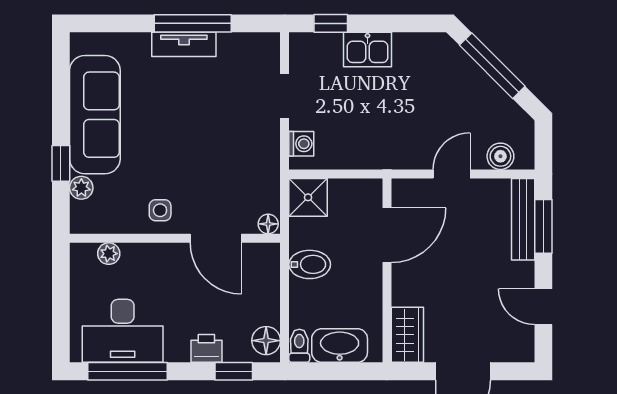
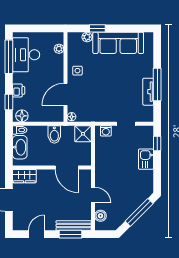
tv unit: (184, 44) -> (148, 92), moved

